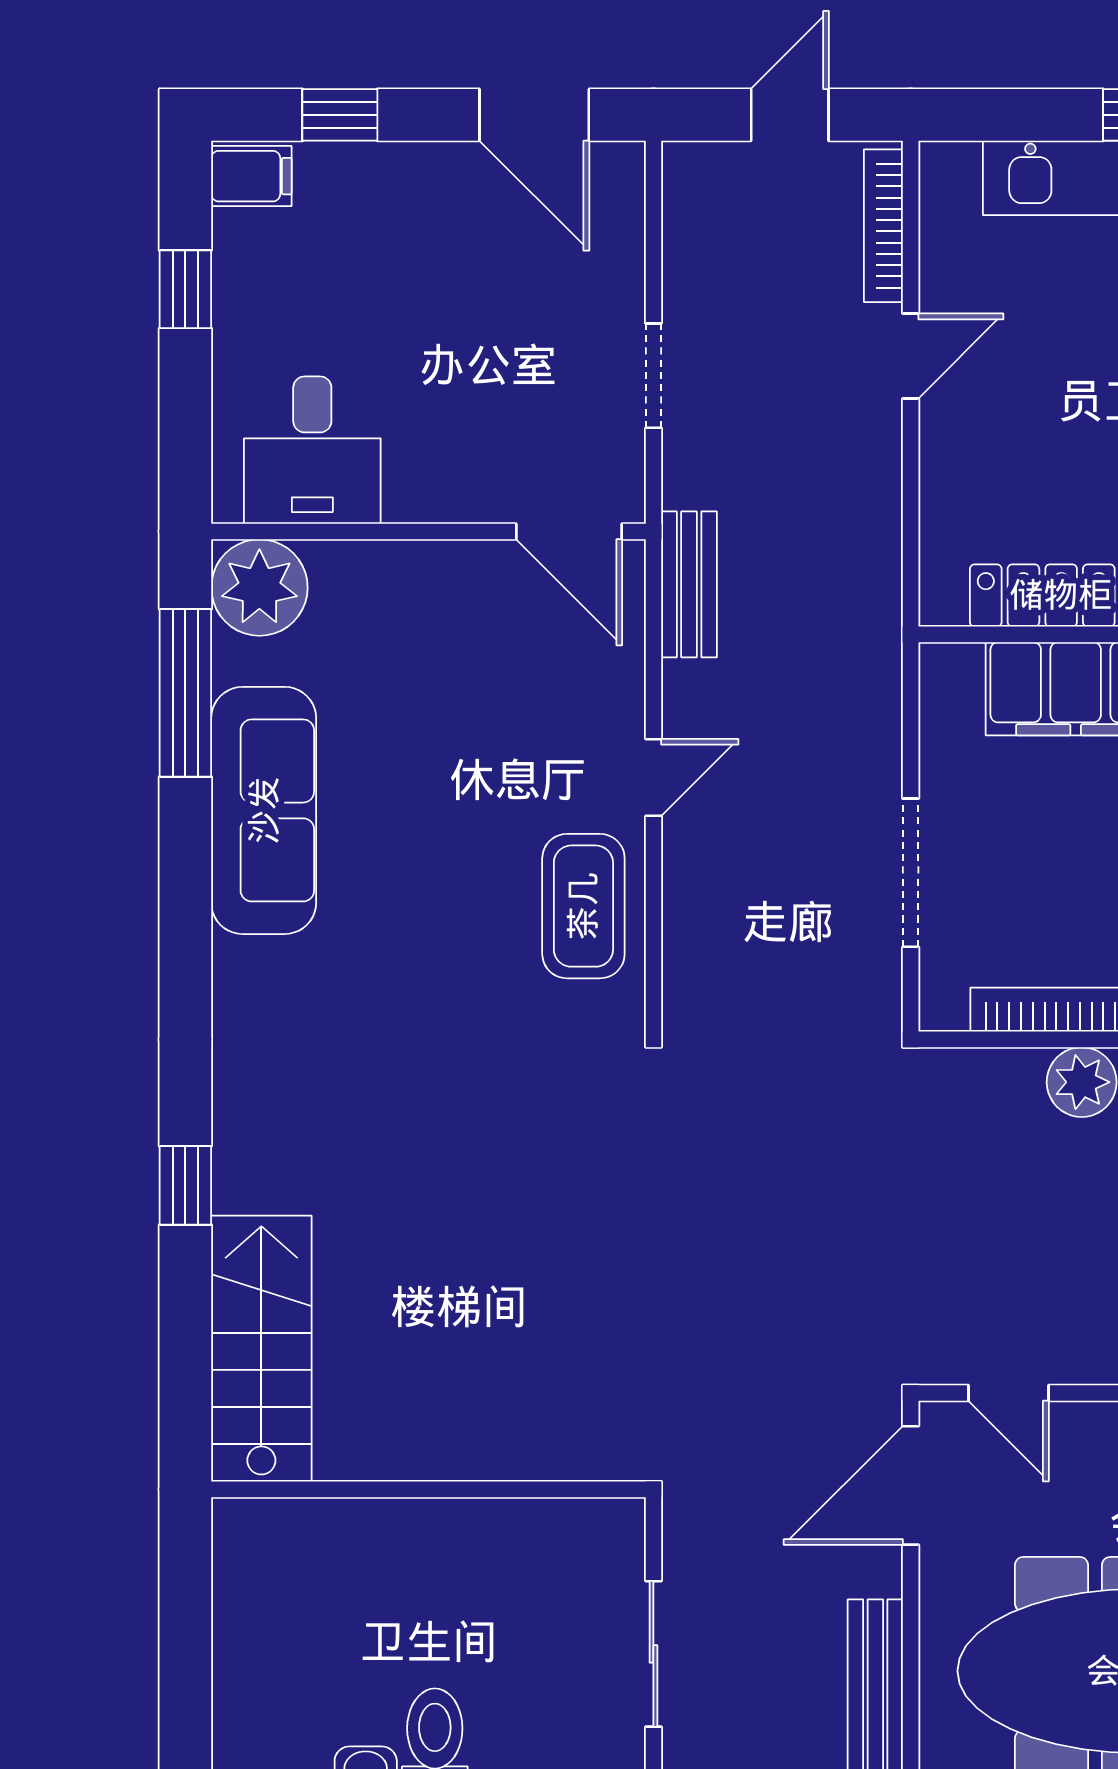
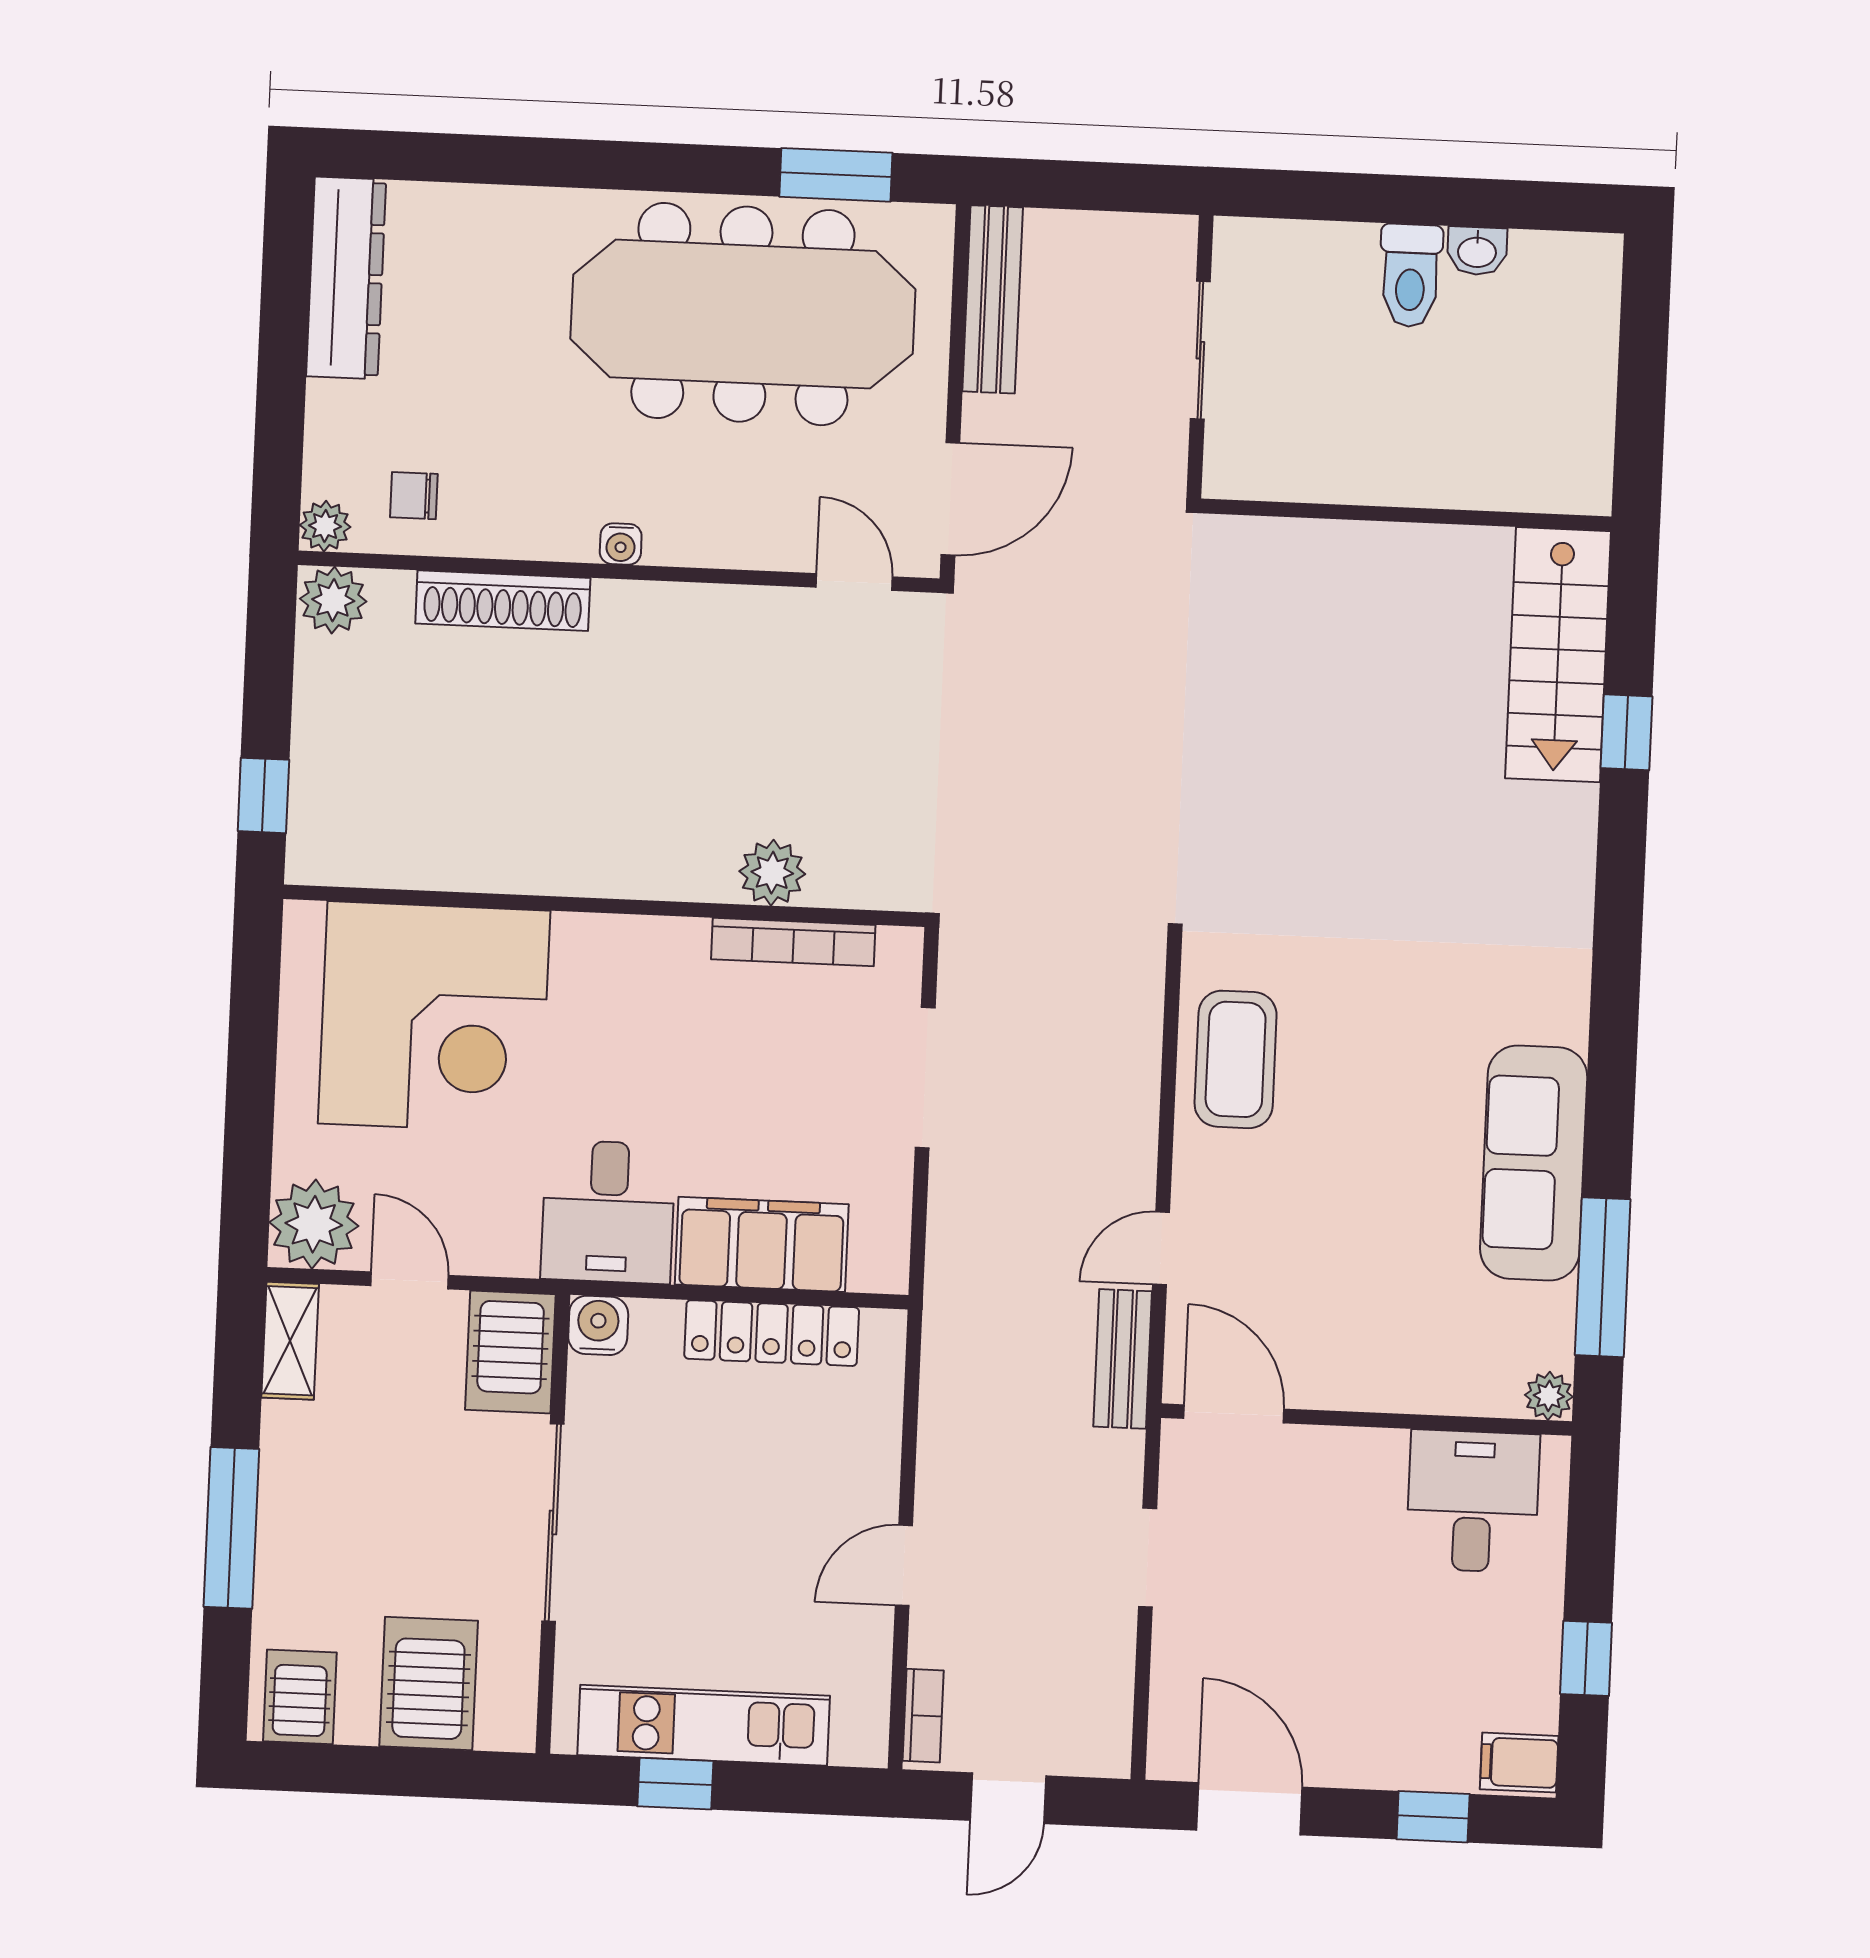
bookcase: (883, 226) -> (923, 1716), width x0.64
plant: (259, 588) -> (1549, 1396), width x0.53, depth x0.53
door: (653, 777) -> (1161, 1248), moved
window: (185, 1185) -> (1627, 732), moved

